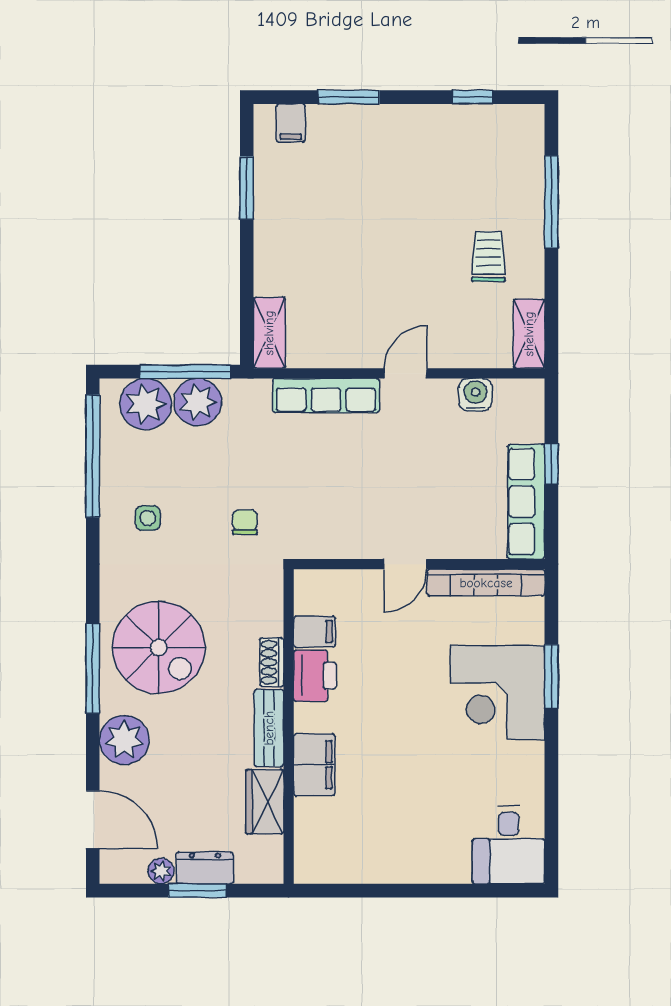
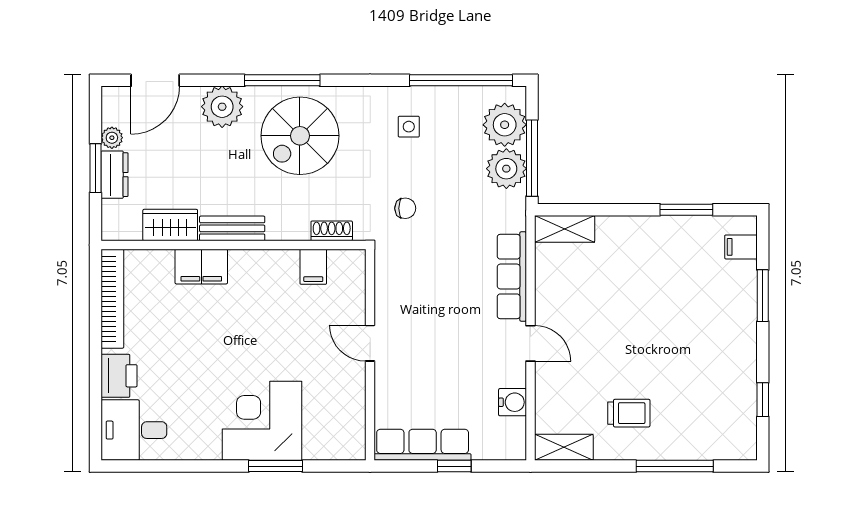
bookcase: (486, 583) -> (112, 299), moved, turned 180
shoe rack: (272, 662) -> (332, 231), moved
printer: (315, 676) -> (119, 376), moved, turned -90

